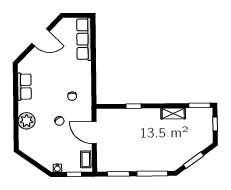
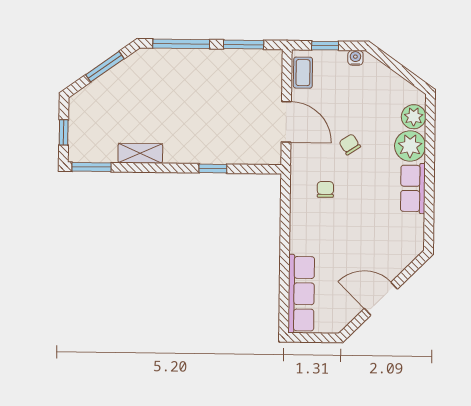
row of seats: (24, 87) -> (413, 188), moved
plant: (25, 137) -> (414, 117), added

